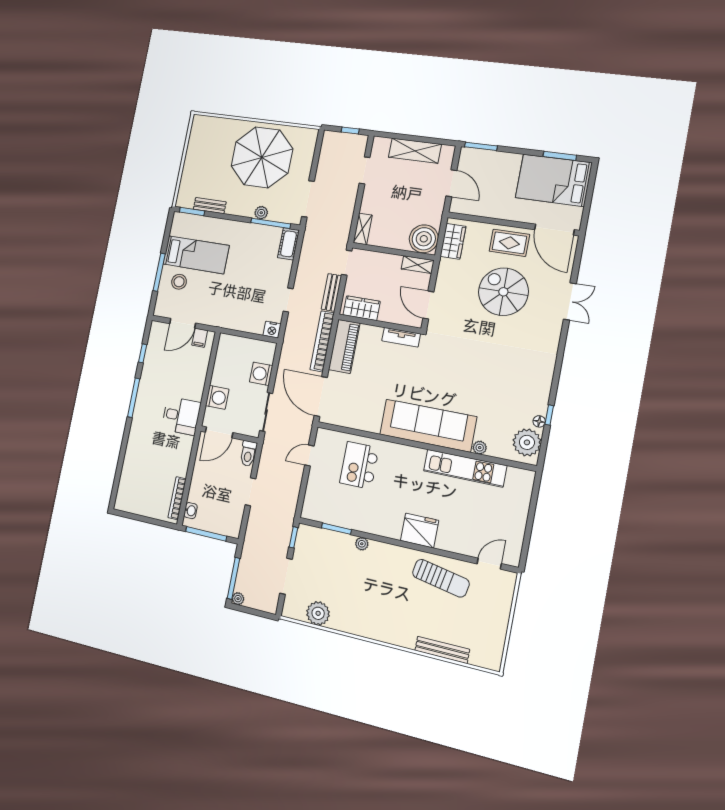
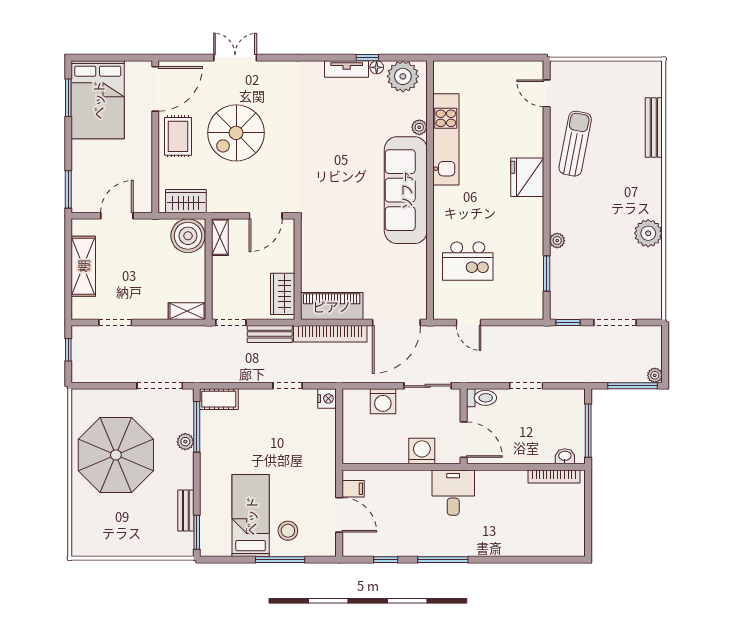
tv unit: (401, 337) -> (347, 69), moved, turned 90
plant: (318, 613) -> (648, 233), moved

